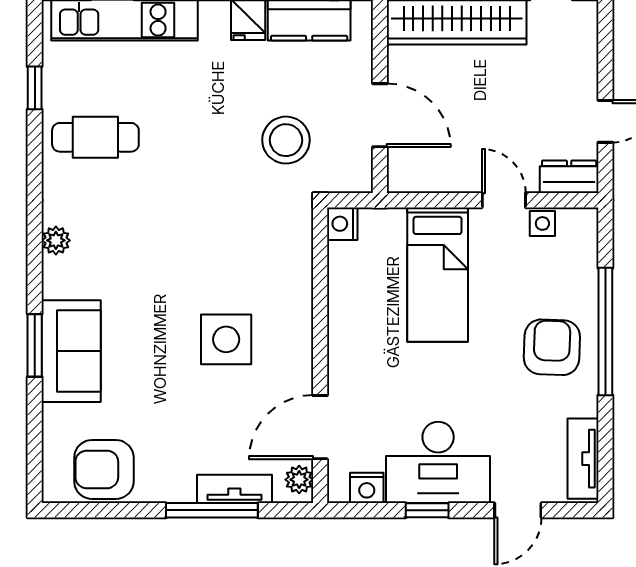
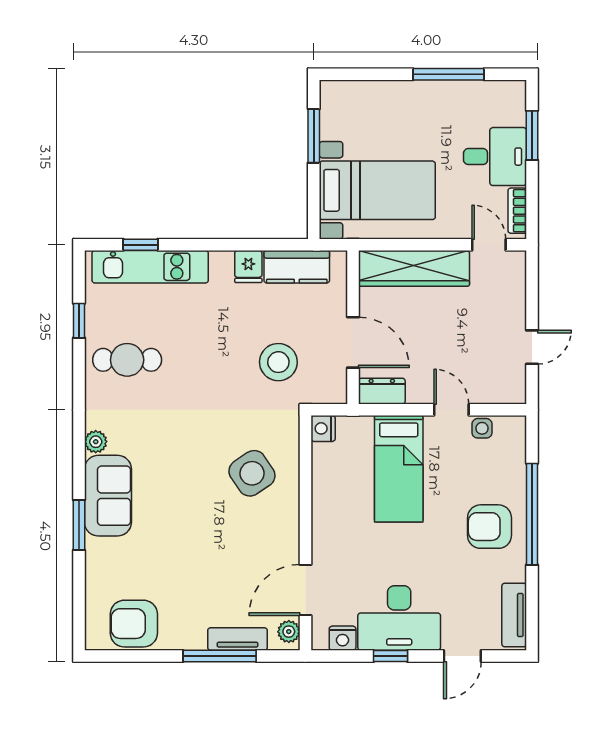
dresser: (569, 177) -> (382, 391), moved
side table: (226, 339) -> (252, 473), moved, turned -34
armchair: (552, 347) -> (489, 527), turned -92
sofa: (71, 351) -> (108, 496), moved

